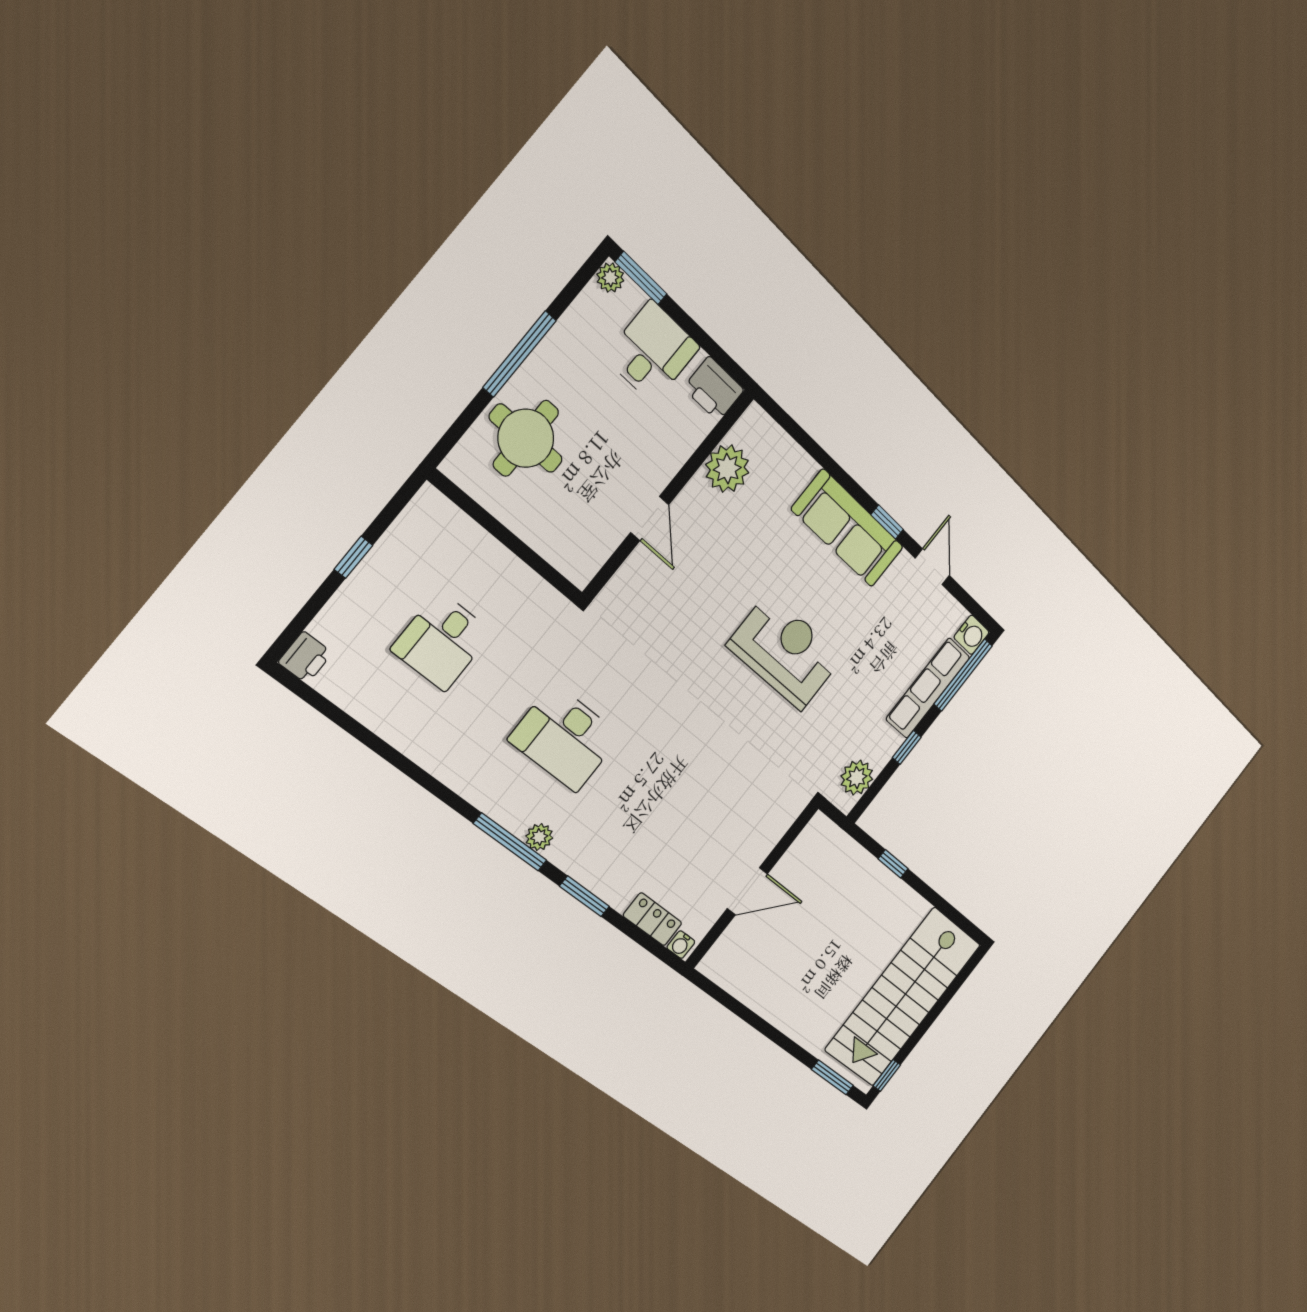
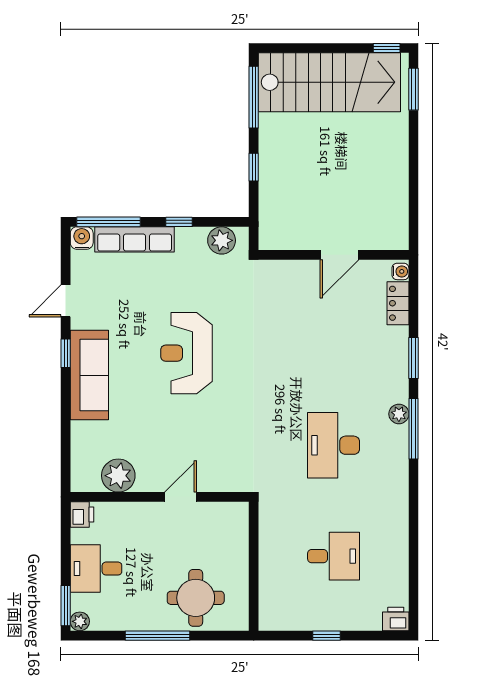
printer: (714, 389) -> (82, 515), width x0.73, depth x0.81
desk: (565, 738) -> (334, 445), turned 180
door: (747, 891) -> (339, 255), swing flipped
window: (950, 911) -> (254, 97), added

